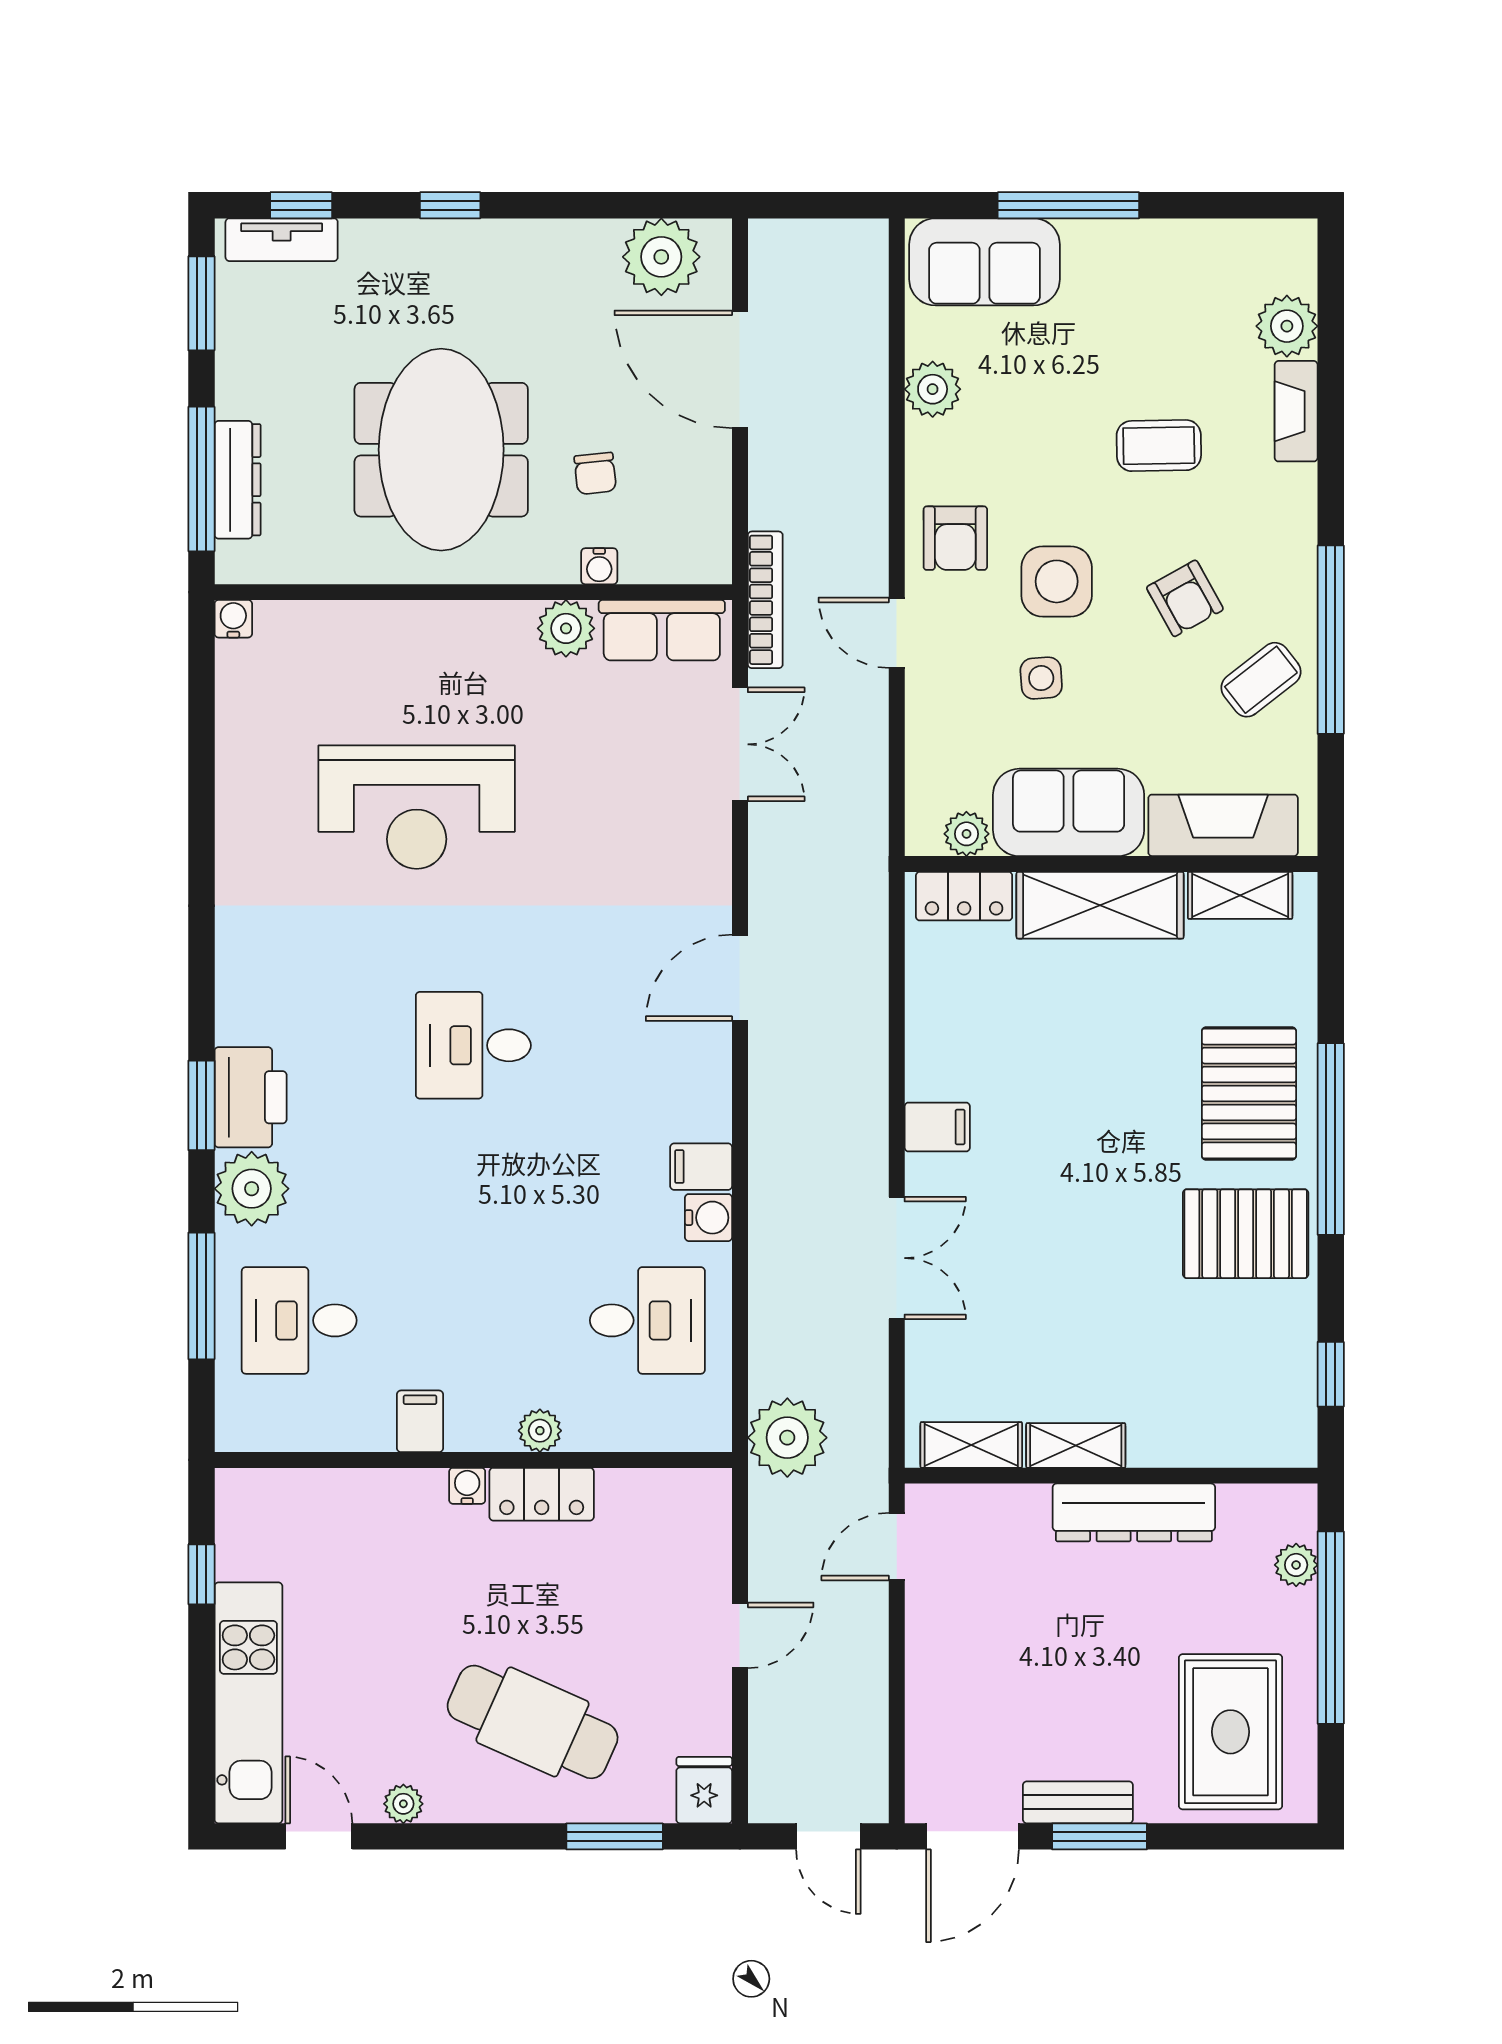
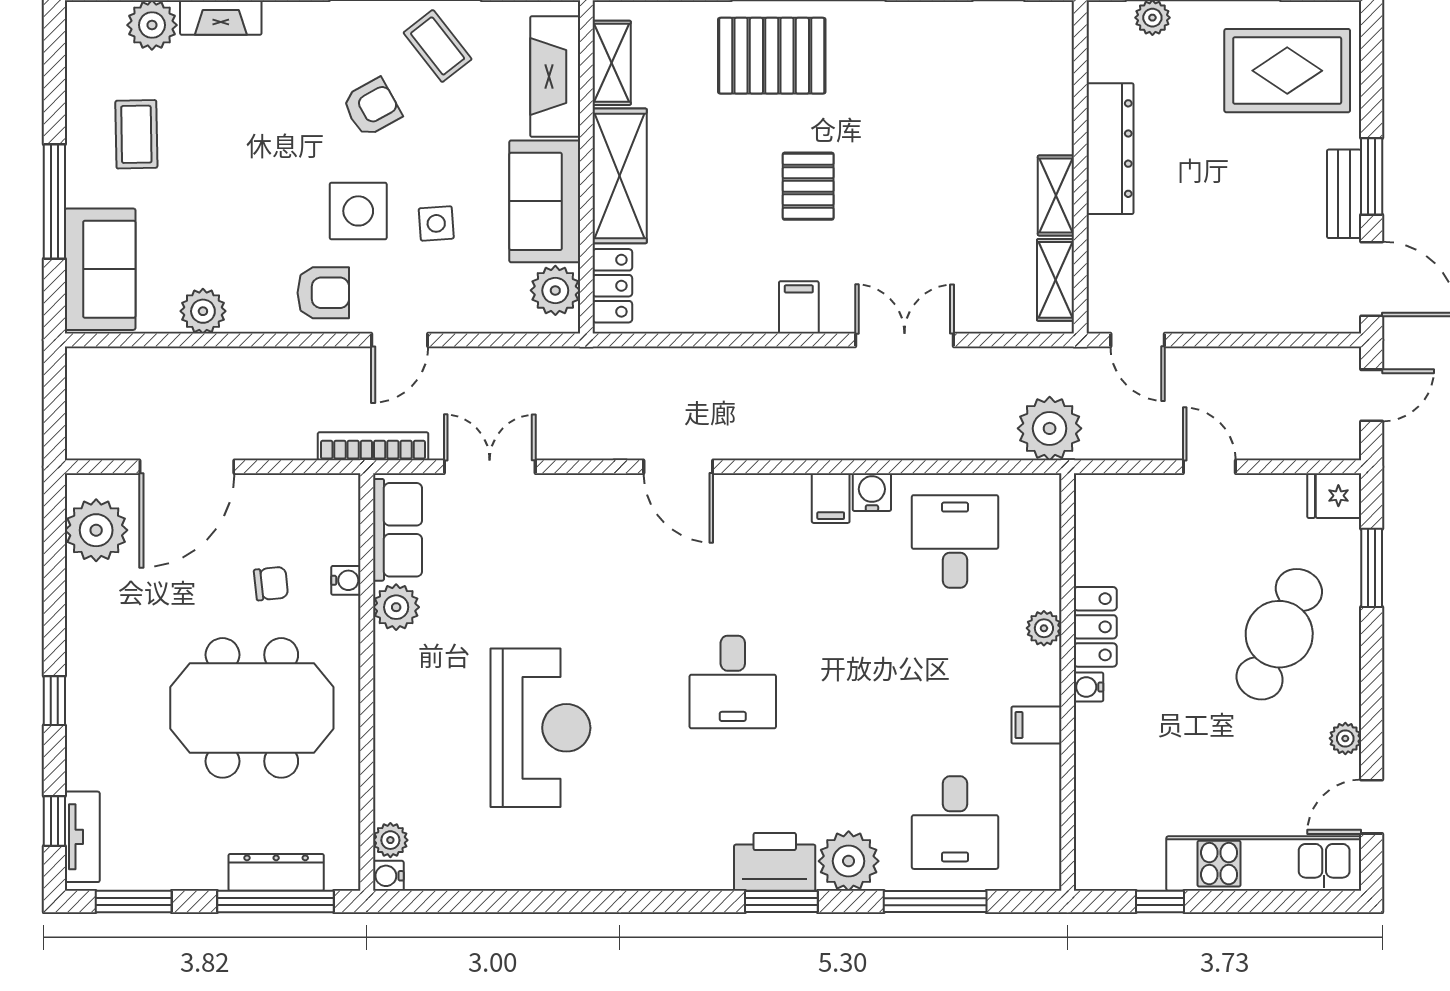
coffee table: (1159, 446) -> (136, 134), moved
plant: (278, 621) -> (390, 840), added
plant: (966, 834) -> (555, 290), width x1.38, depth x1.38
pallet: (1246, 1234) -> (808, 186), moved, width x0.67, depth x0.71

